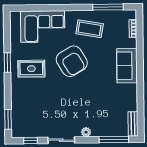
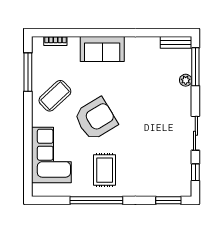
coffee table: (90, 29) -> (55, 96), turned 37
window: (7, 62) -> (96, 200), width x2.11
plant: (86, 132) -> (186, 80), moved

